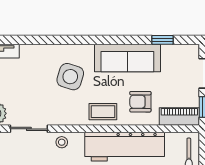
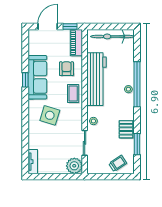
window: (162, 40) -> (25, 80), moved
armchair: (140, 102) -> (66, 69), turned 180

